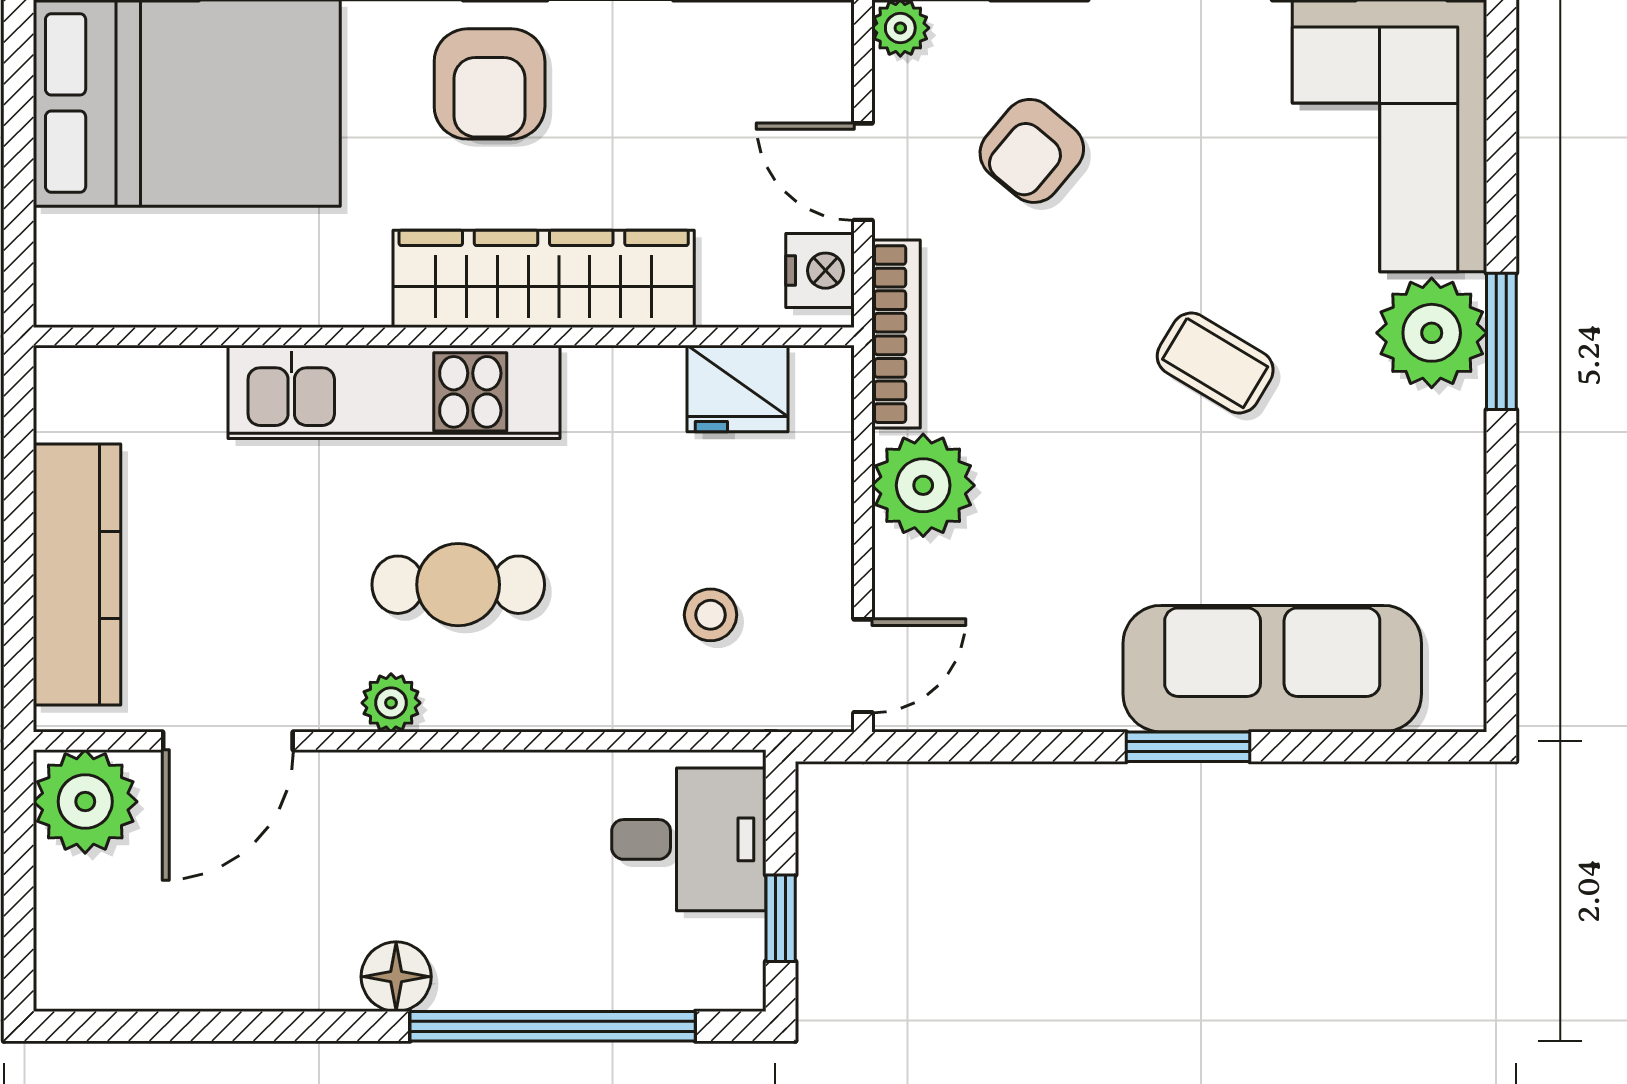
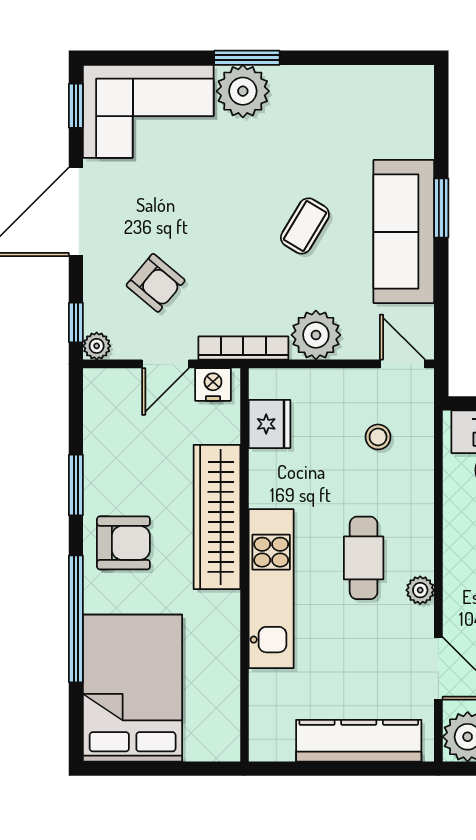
coffee table: (1215, 363) -> (305, 226), moved
sofa: (1272, 669) -> (404, 232), moved

